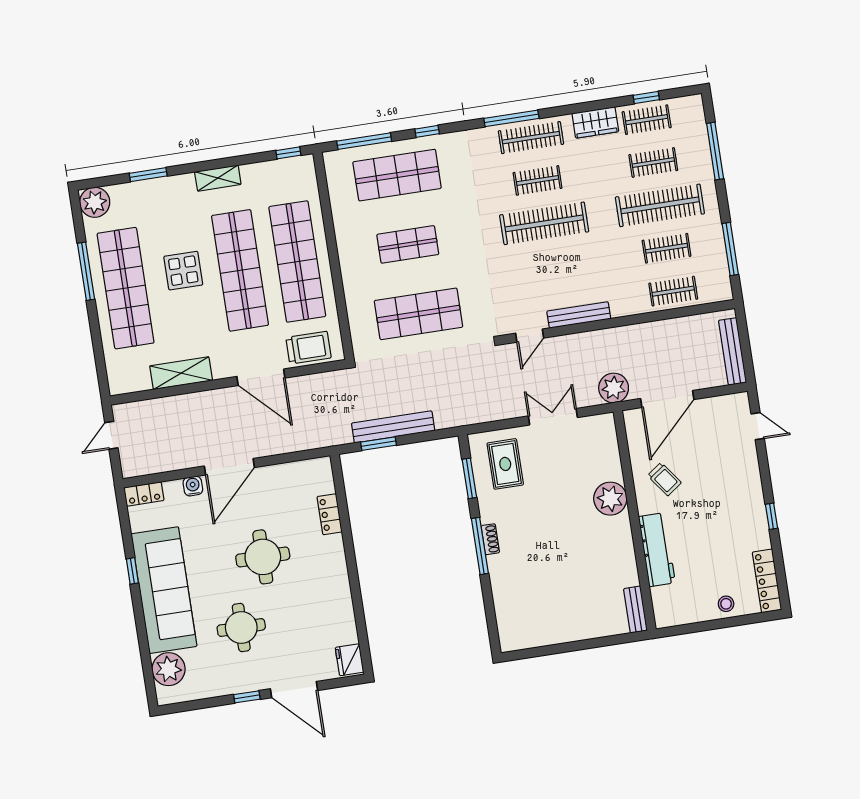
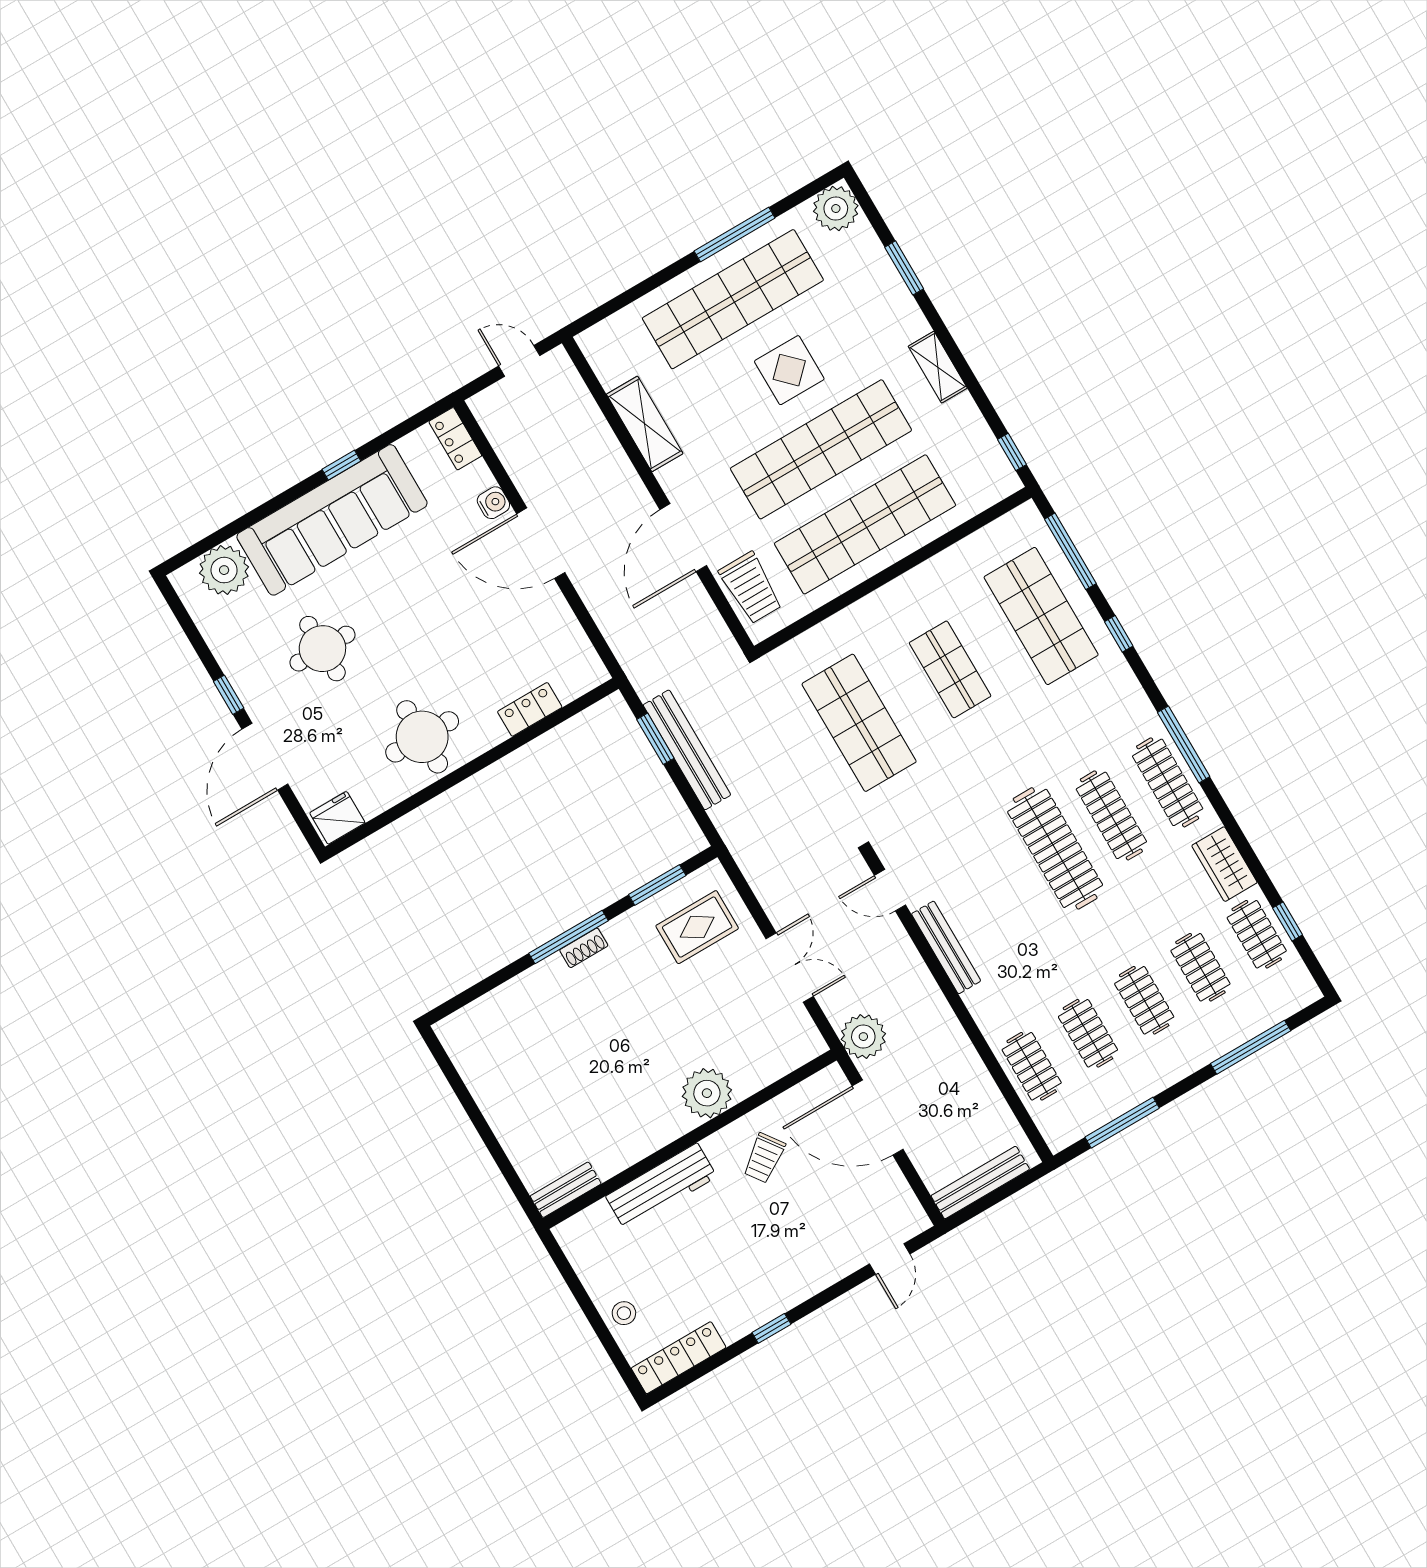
clothes rail: (538, 180) -> (1111, 815), width x1.36
clothes rail: (660, 205) -> (1144, 1000), width x0.54, depth x0.76
round table: (263, 557) -> (422, 737), moved

